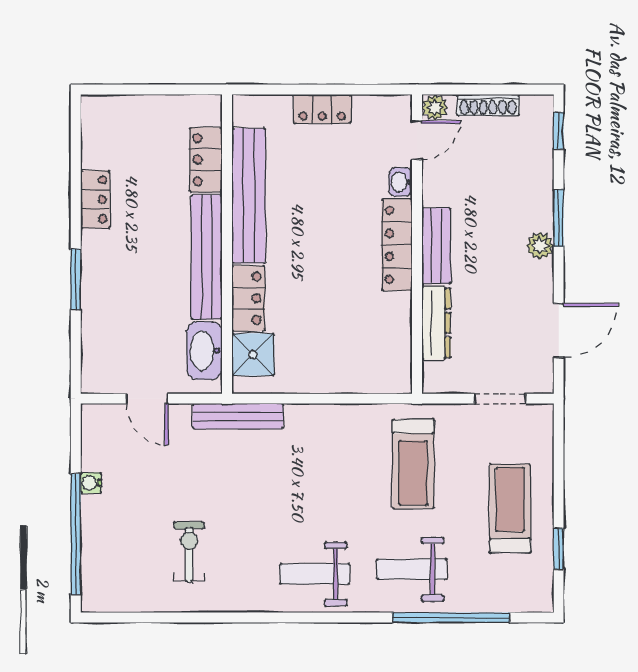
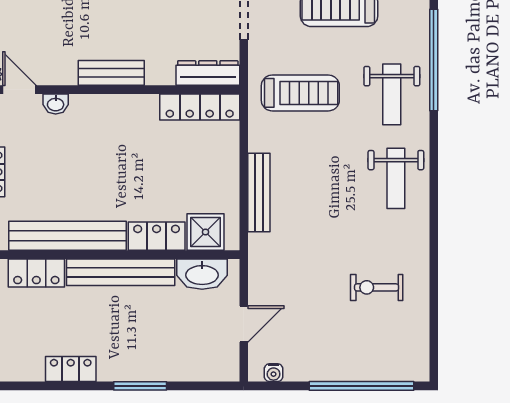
locker: (397, 245) -> (200, 107), moved
dresser: (436, 323) -> (208, 73), moved
bench: (238, 416) -> (259, 193), moved
water cooler: (91, 483) -> (274, 373), moved

